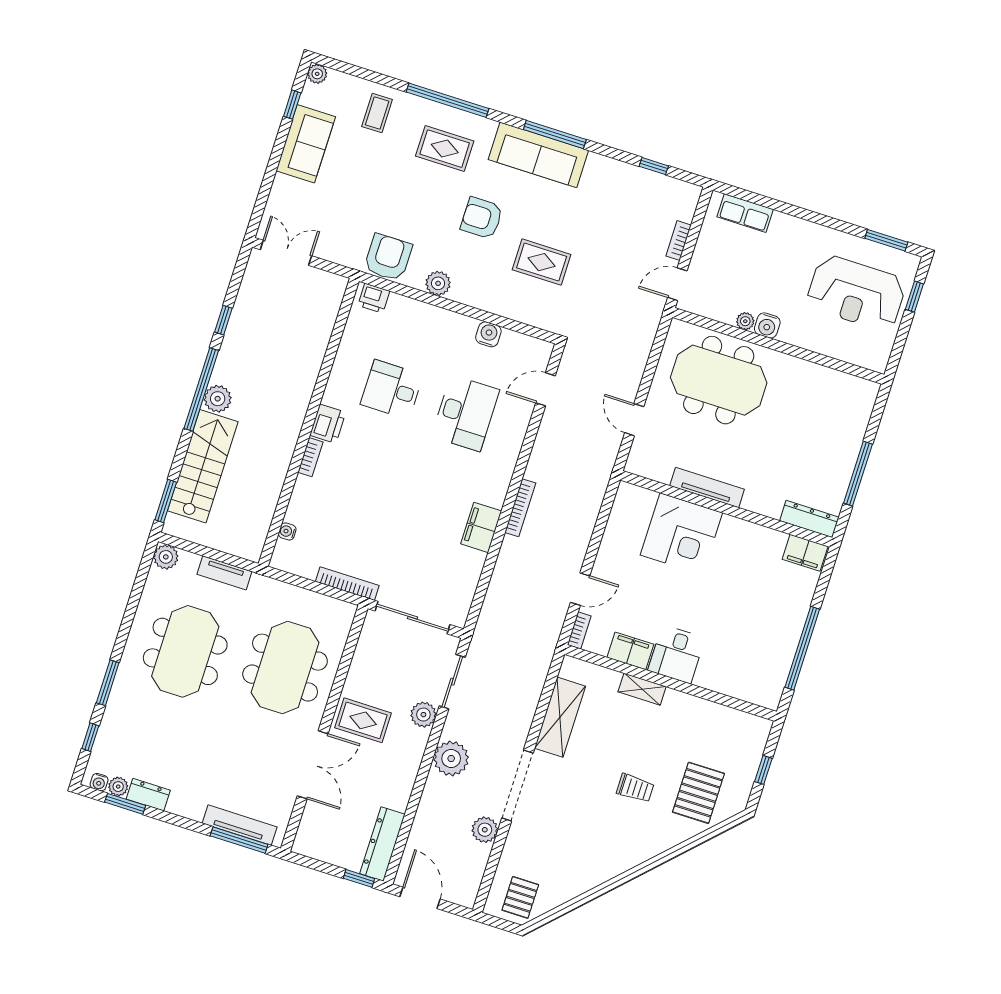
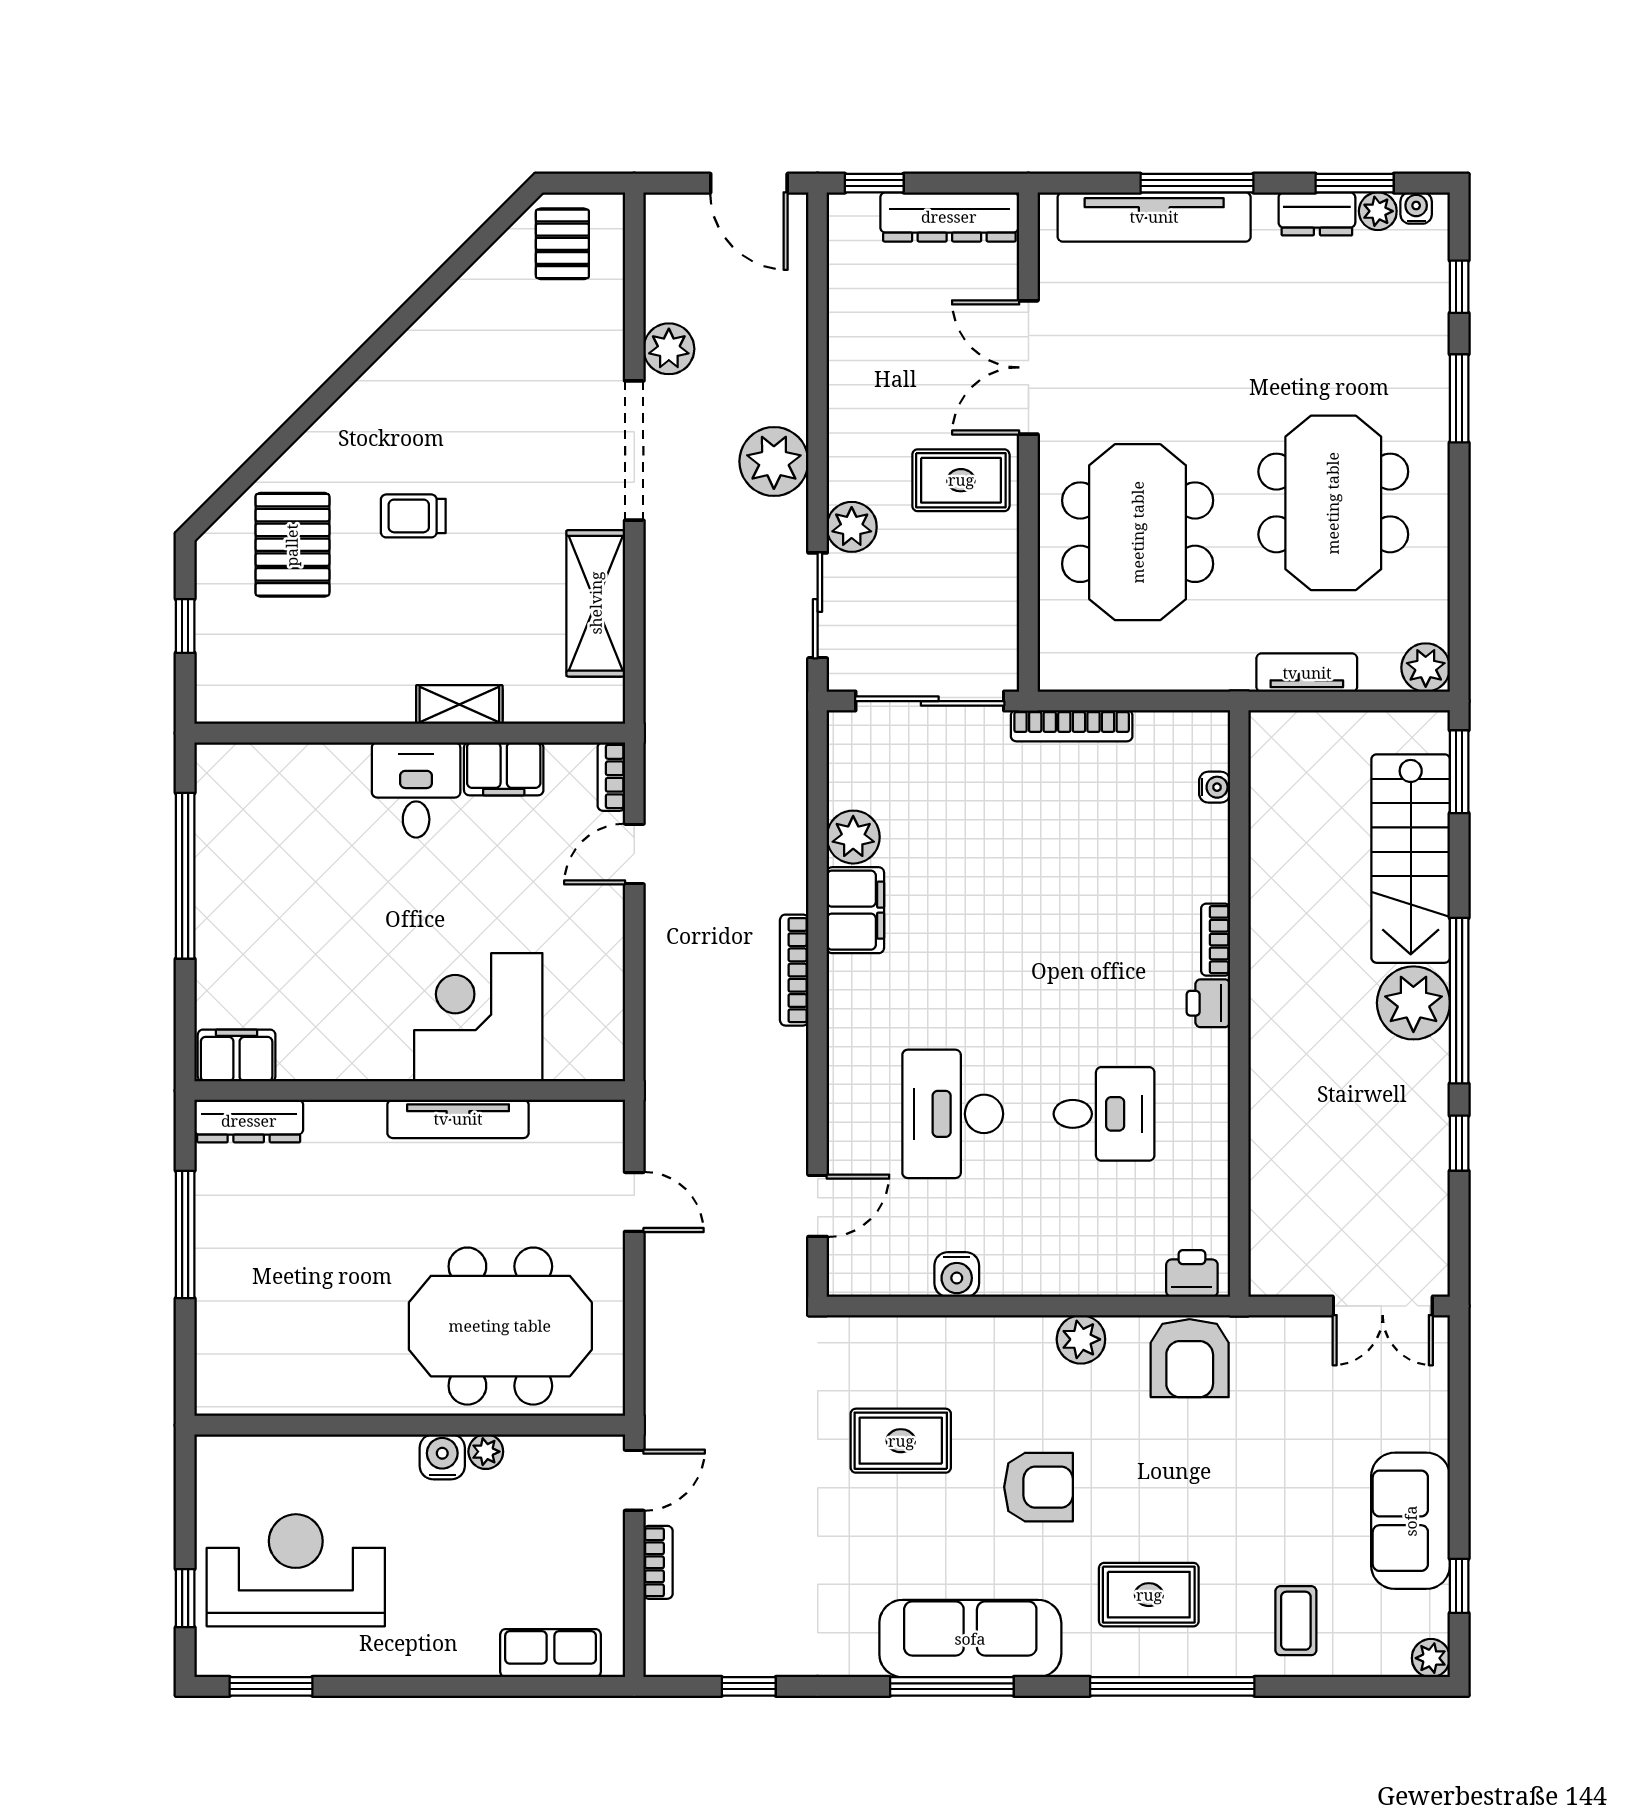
plant: (218, 399) -> (1413, 1003), width x1.36, depth x1.36
printer: (328, 424) -> (1208, 1003), width x0.73, depth x0.81
plant: (471, 563) -> (853, 837), added
tv unit: (240, 825) -> (1154, 217), width x1.36, depth x1.29
window: (239, 840) -> (1197, 183), moved
dresser: (382, 844) -> (949, 217), moved, turned 90

